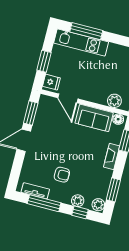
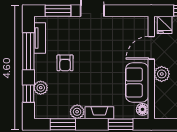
plant: (114, 101) -> (162, 74), moved
window: (31, 113) -> (58, 11), moved
plant: (98, 205) -> (77, 112), moved

